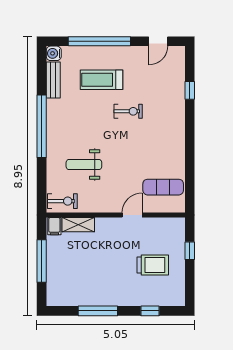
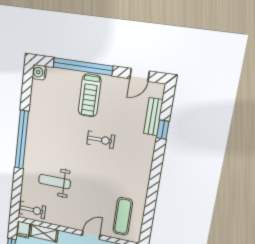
bench: (53, 80) -> (153, 117), moved
treadmill: (101, 80) -> (90, 95), moved, turned -90
exercise mat: (163, 187) -> (123, 216), turned 90

